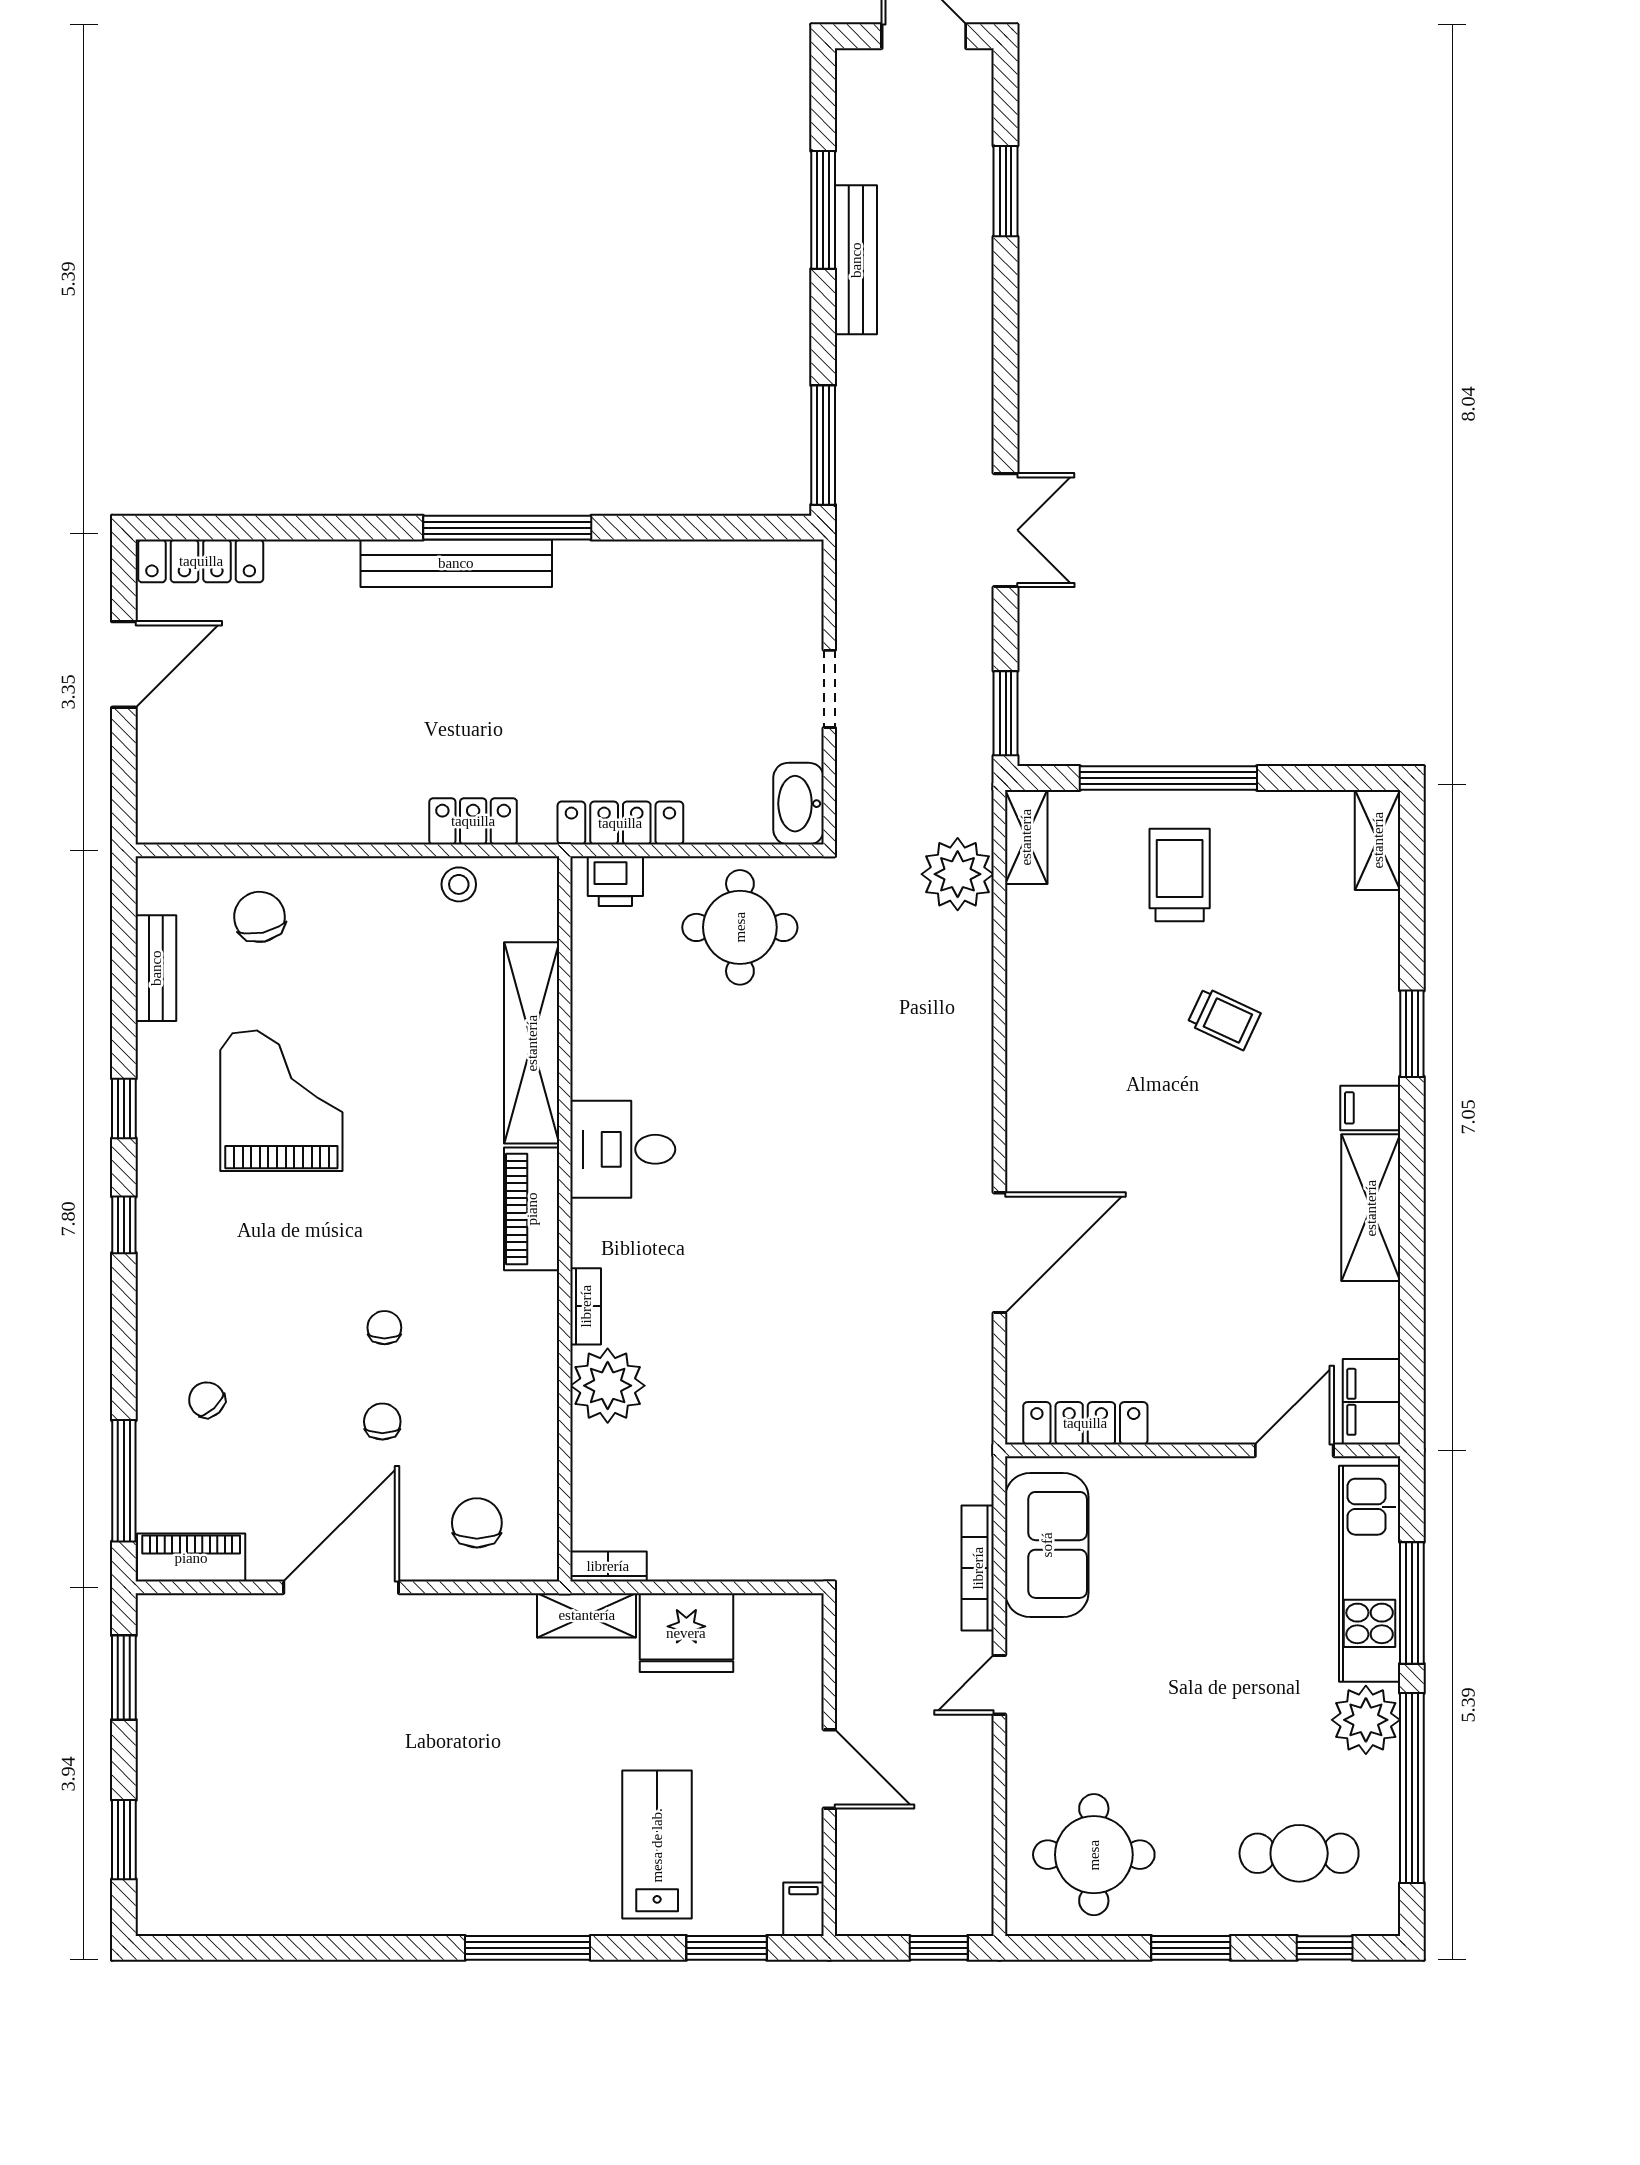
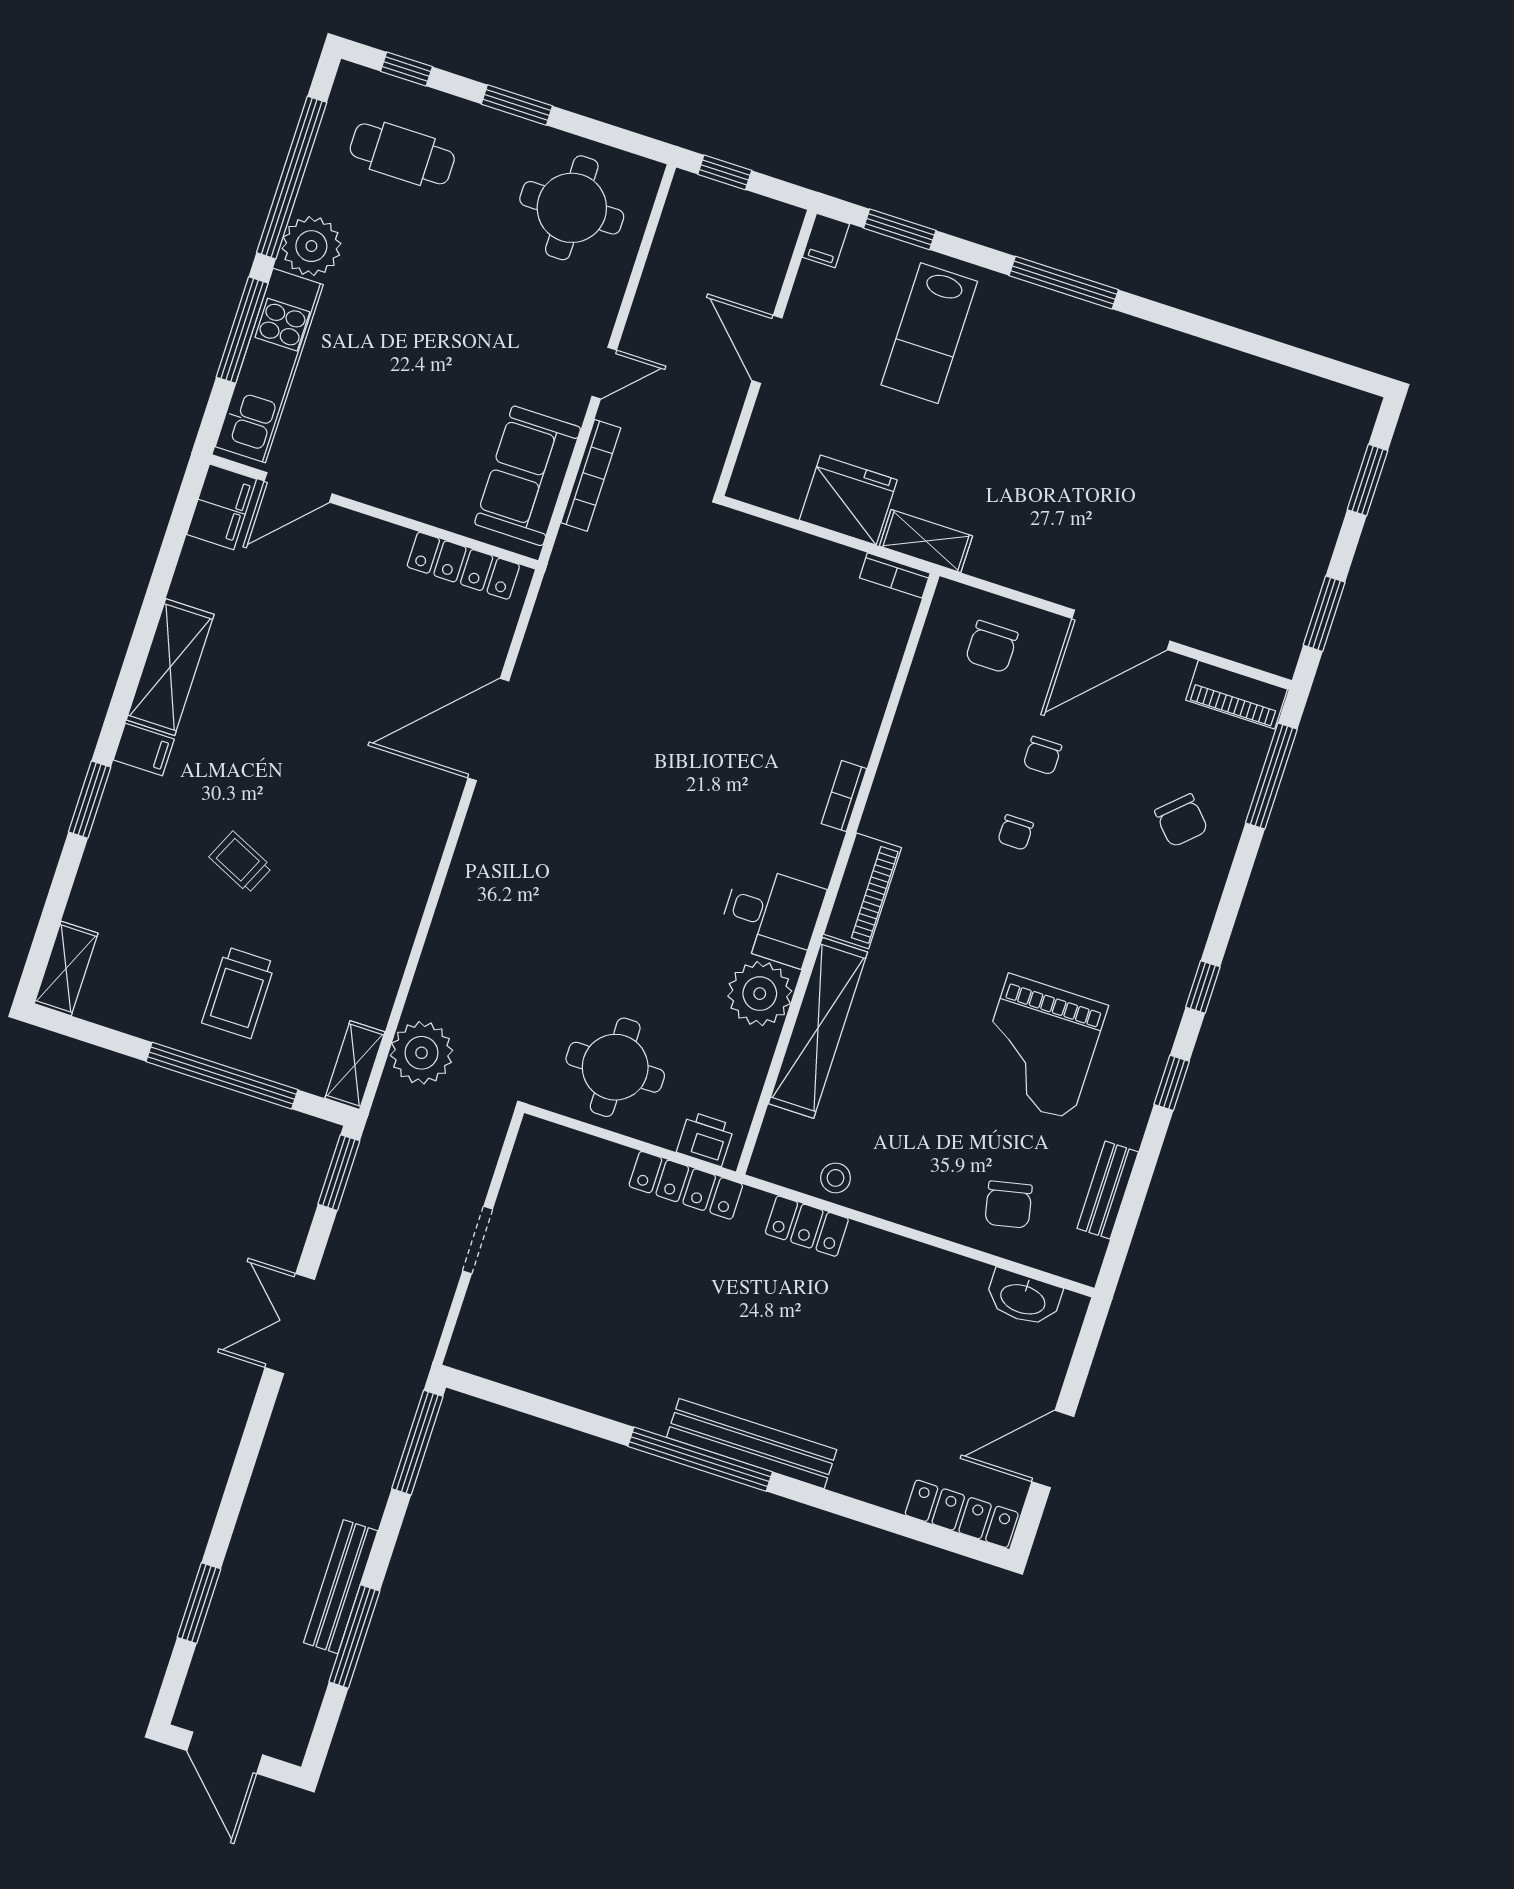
washbasin: (799, 804) -> (1023, 1298), moved, turned 90
plant: (608, 1386) -> (760, 994), moved
chair: (207, 1400) -> (1181, 820), width x1.37, depth x1.37

